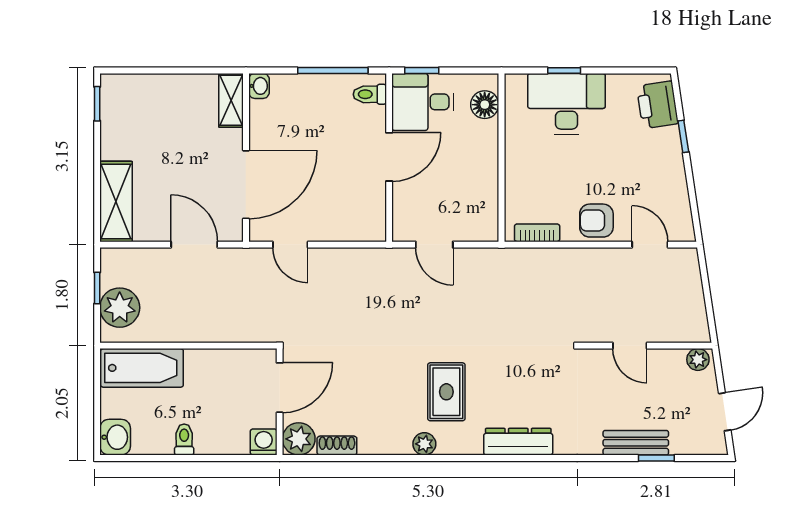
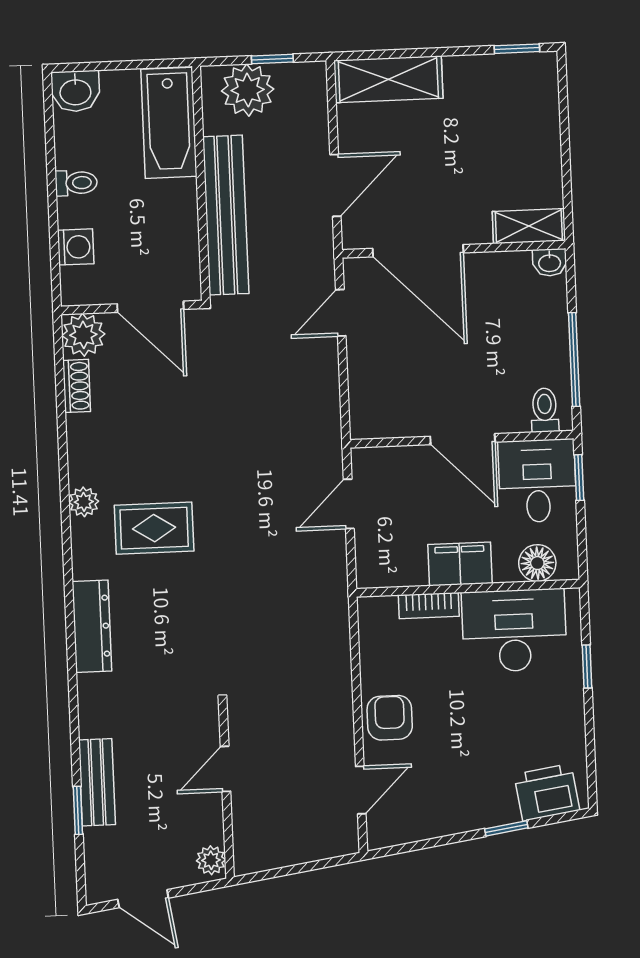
desk: (566, 104) -> (514, 630), moved, turned -90
filing cabinet: (483, 163) -> (460, 564), added
bookcase: (537, 233) -> (429, 606), moved, turned 90
bench: (213, 328) -> (226, 215), added
washing machine: (264, 442) -> (76, 247), moved

